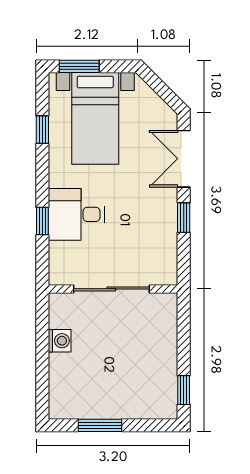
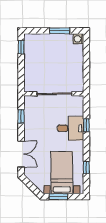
window: (79, 66) -> (58, 197), moved
window: (184, 218) -> (21, 116), moved
washing machine: (60, 341) -> (78, 39), moved

